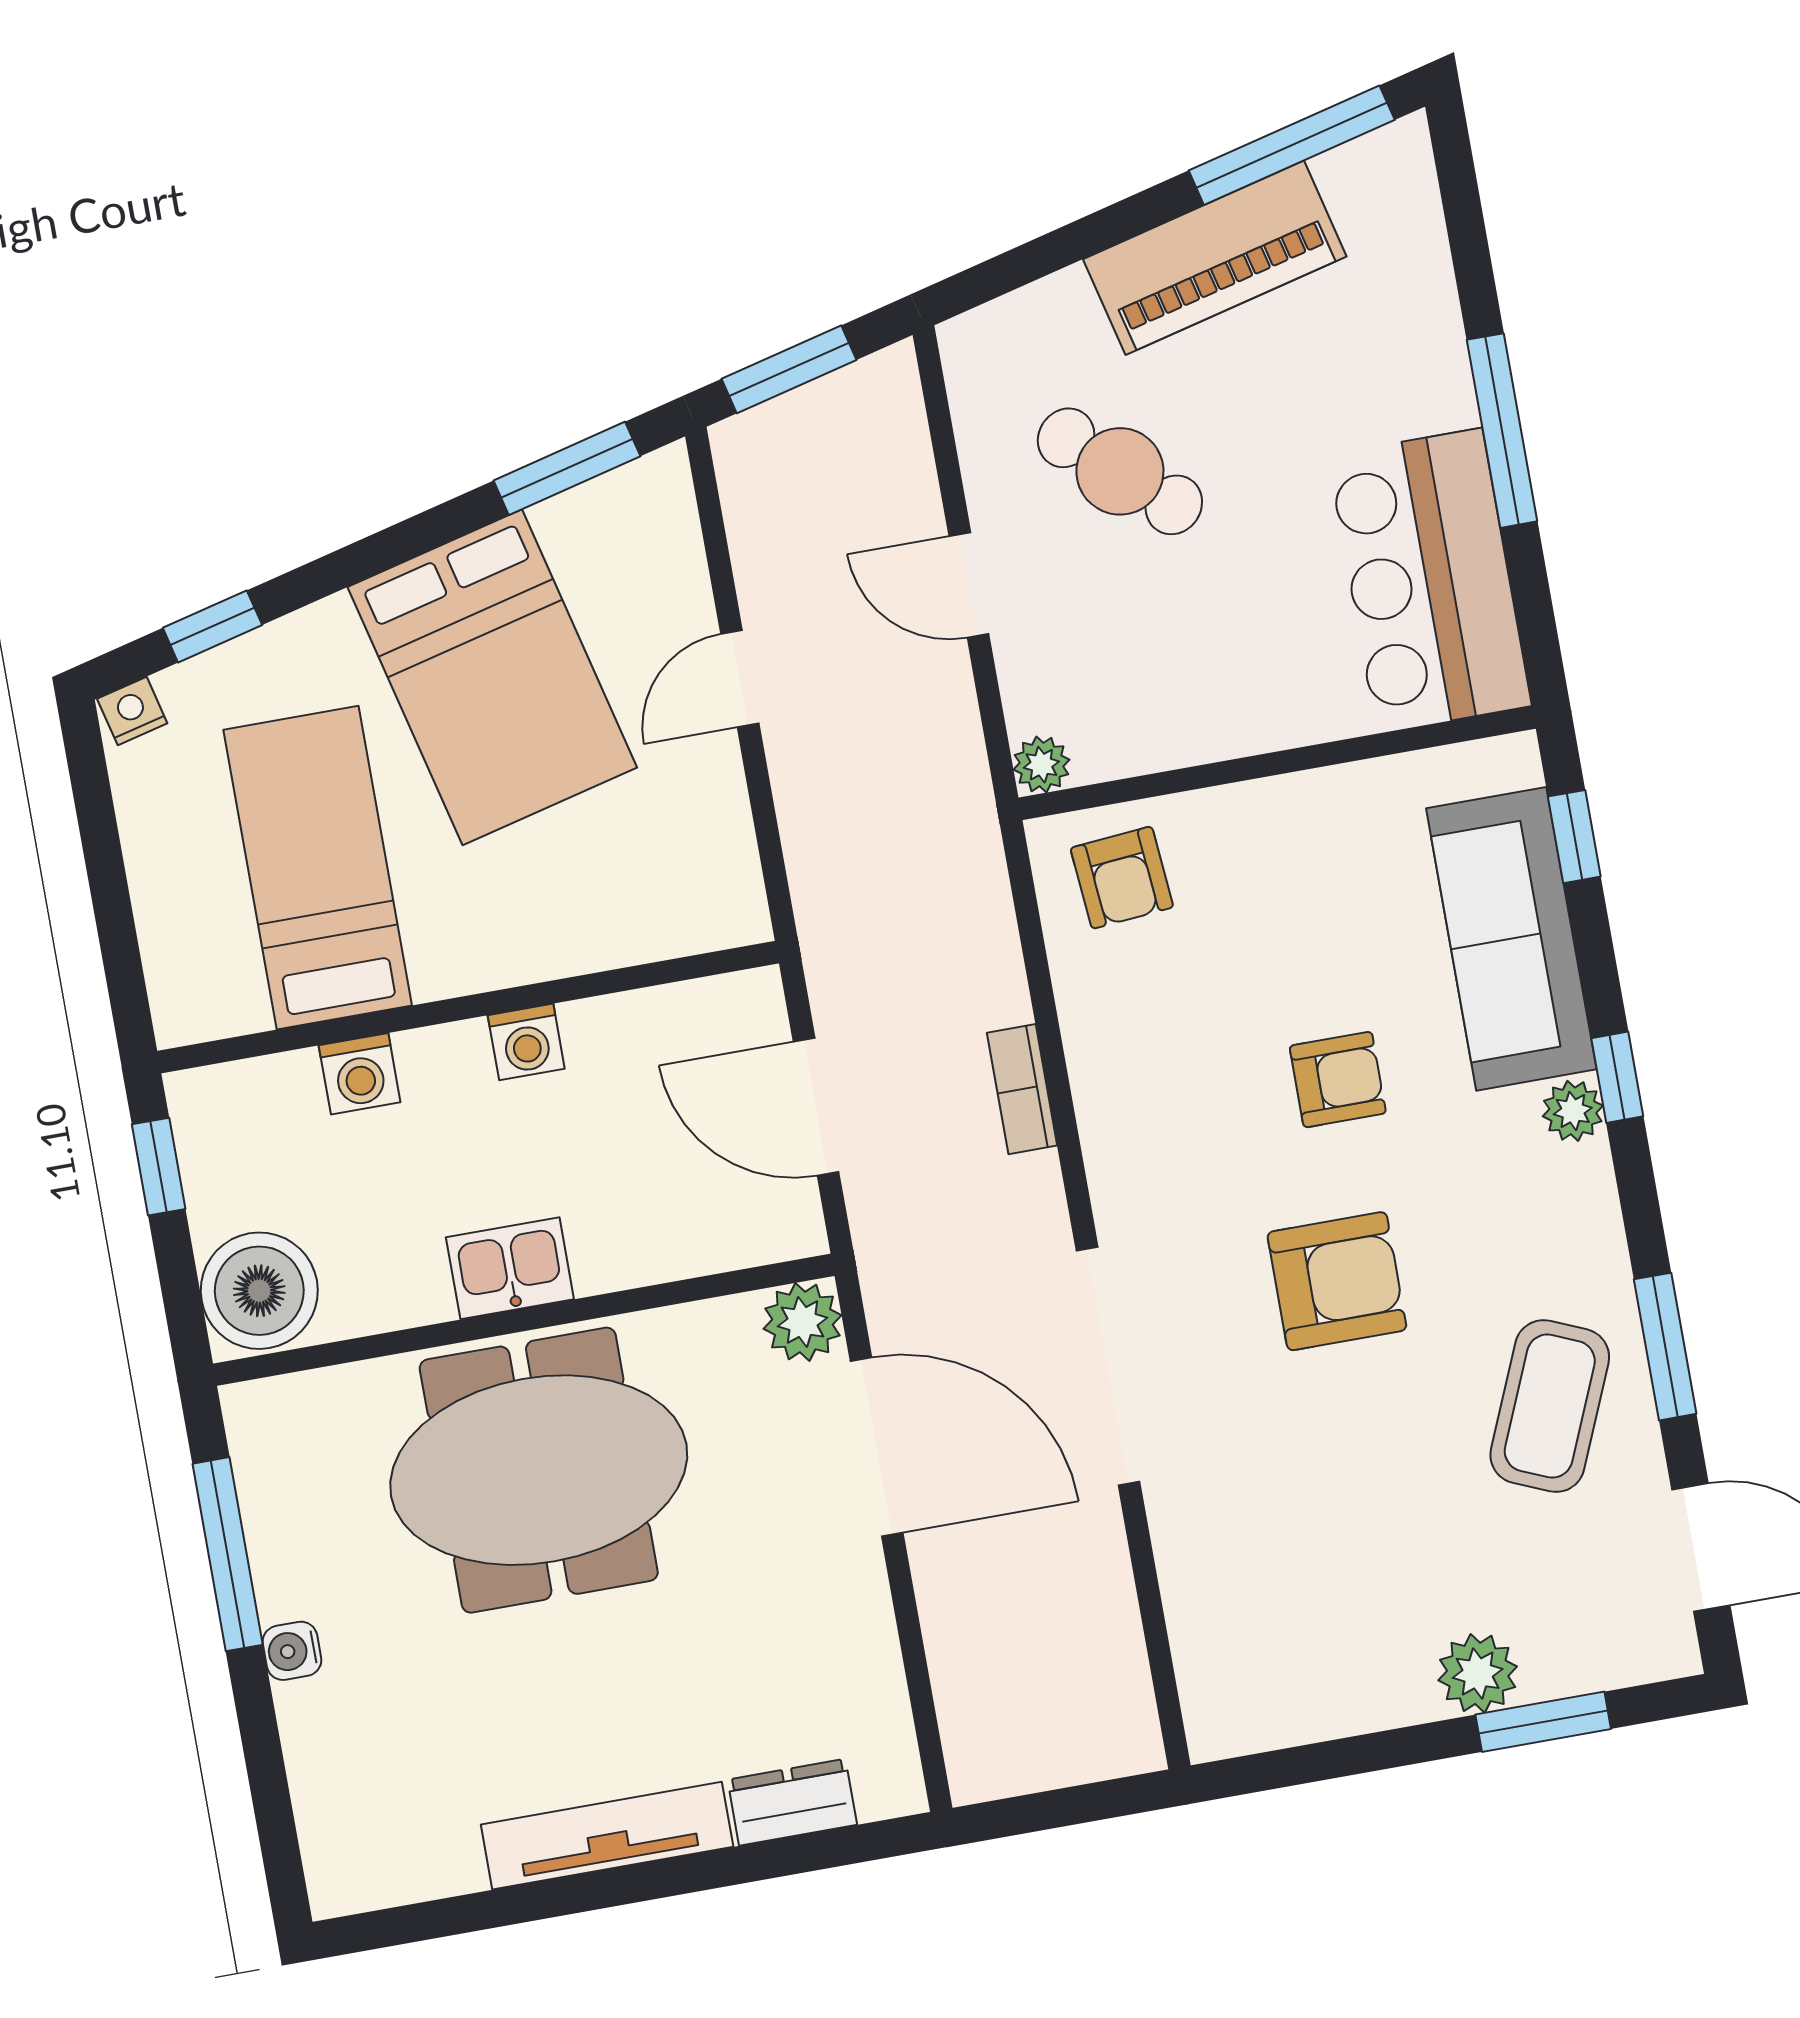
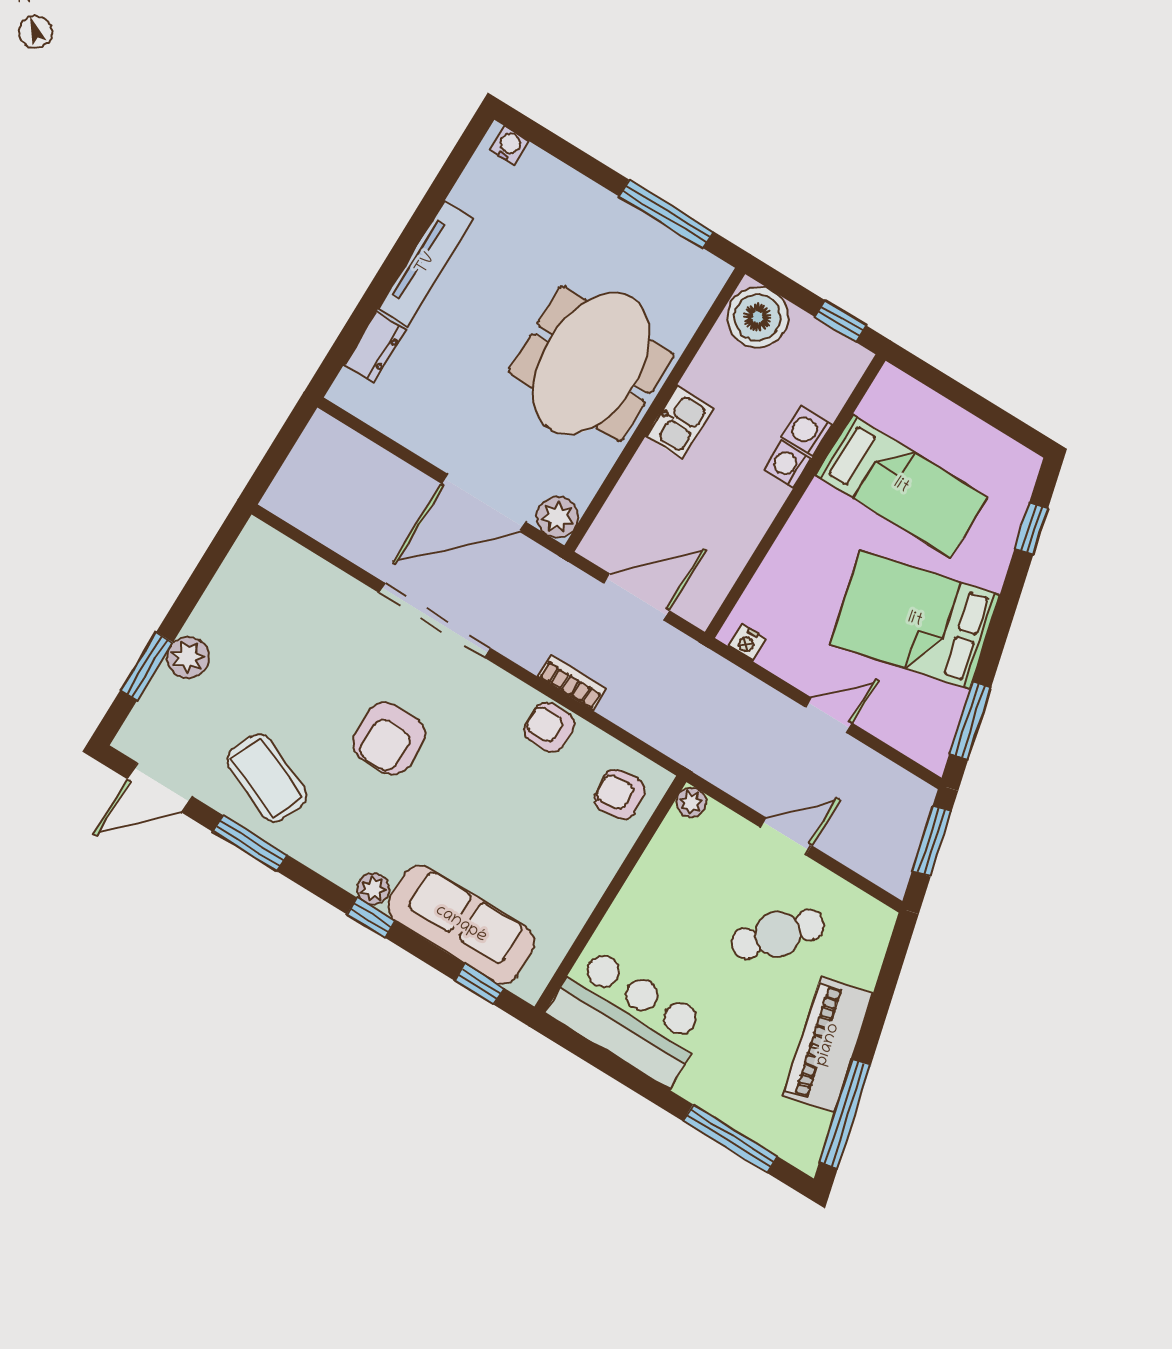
window: (1502, 431) -> (730, 1139), moved
door: (740, 679) -> (829, 715), hinge flipped
nightstand: (132, 711) -> (747, 642), moved, turned 104
washing machine: (526, 1042) -> (788, 465), moved
armchair: (1338, 1080) -> (549, 727), moved, turned 90
water cooler: (292, 1651) -> (509, 145), moved

